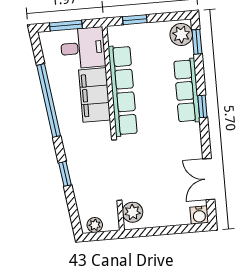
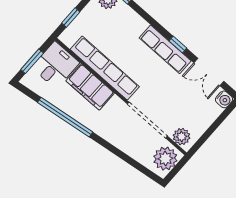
row of seats: (187, 91) -> (165, 49), moved
window: (202, 106) -> (178, 45), moved
window: (65, 174) -> (118, 152), removed
plant: (95, 225) -> (165, 159), width x1.87, depth x1.87

